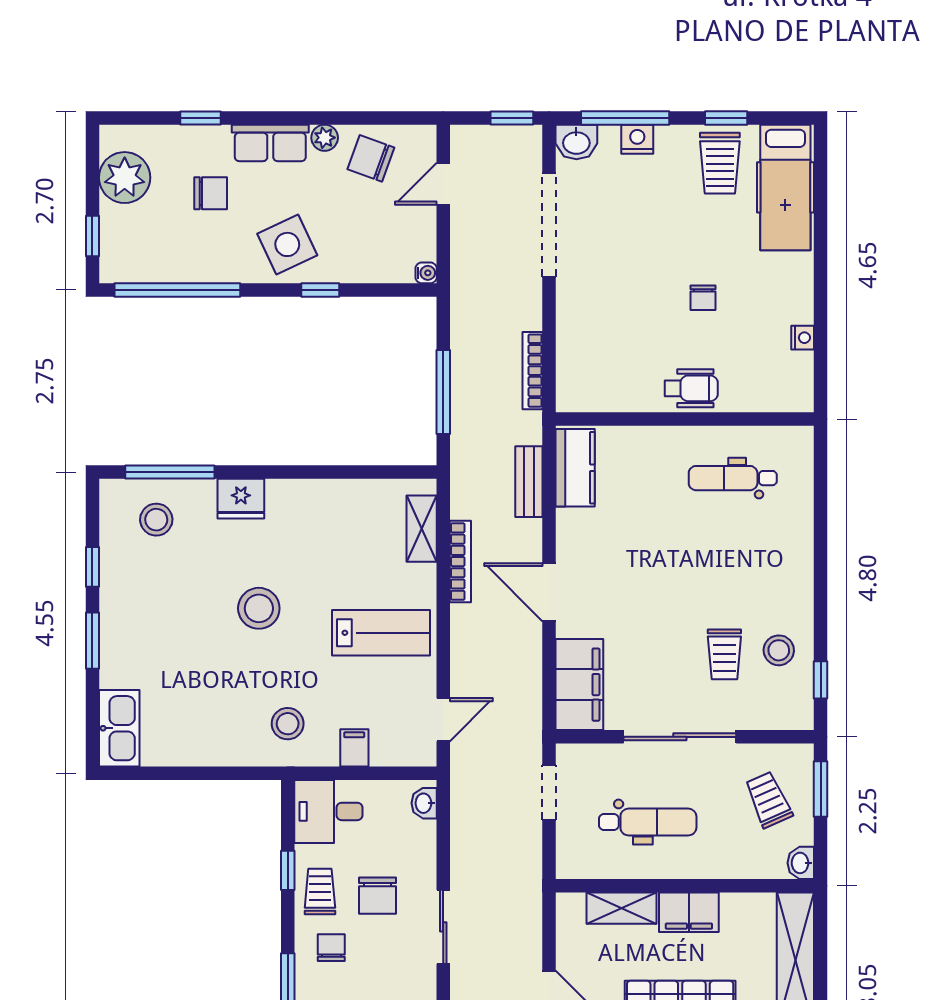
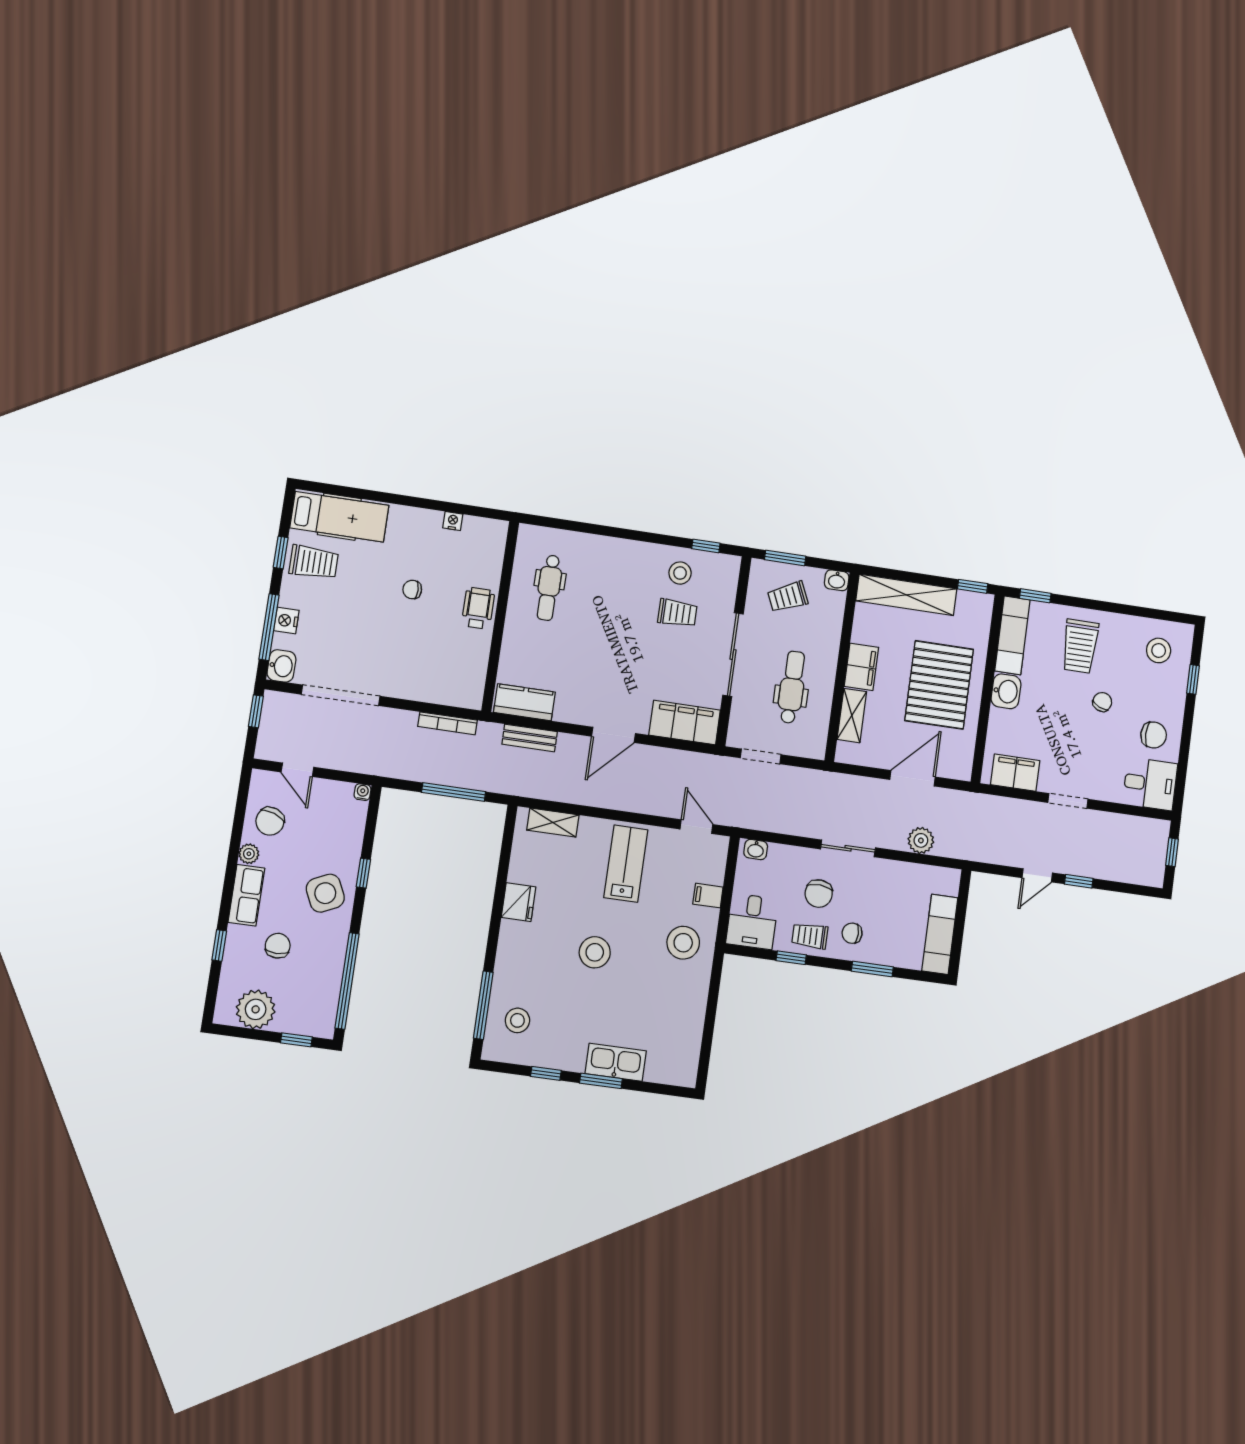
chair: (703, 298) -> (412, 590), turned 180
fridge: (241, 499) -> (519, 902), moved
bookcase: (460, 562) -> (581, 797), removed
stool: (288, 724) -> (683, 943), width x1.38, depth x1.38
kitchen sink: (119, 728) -> (616, 1062), moved
chair: (378, 896) -> (819, 894), turned 94

